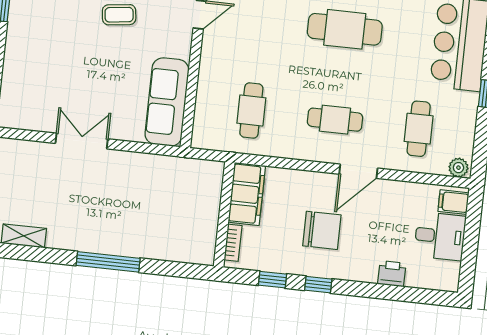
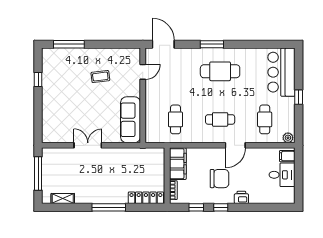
locker: (180, 251) -> (146, 198), added
printer: (392, 274) -> (241, 197), moved

